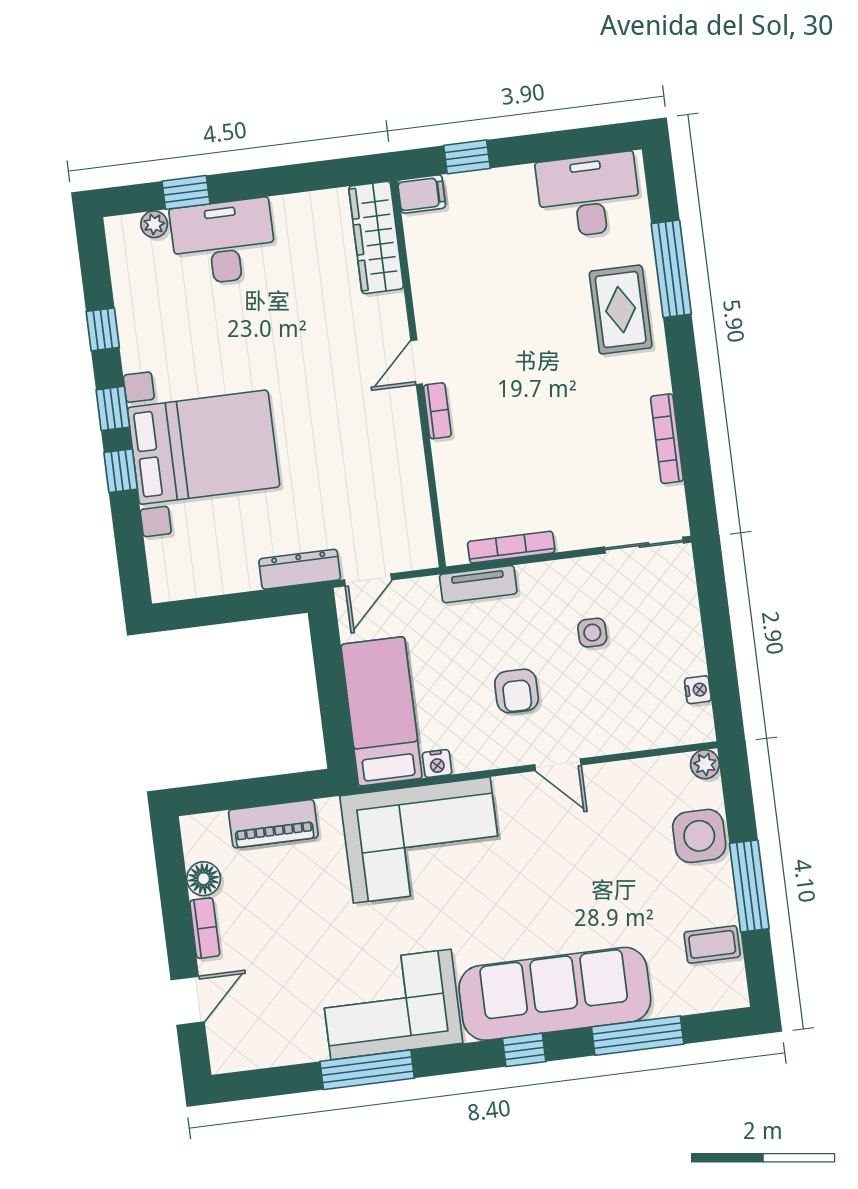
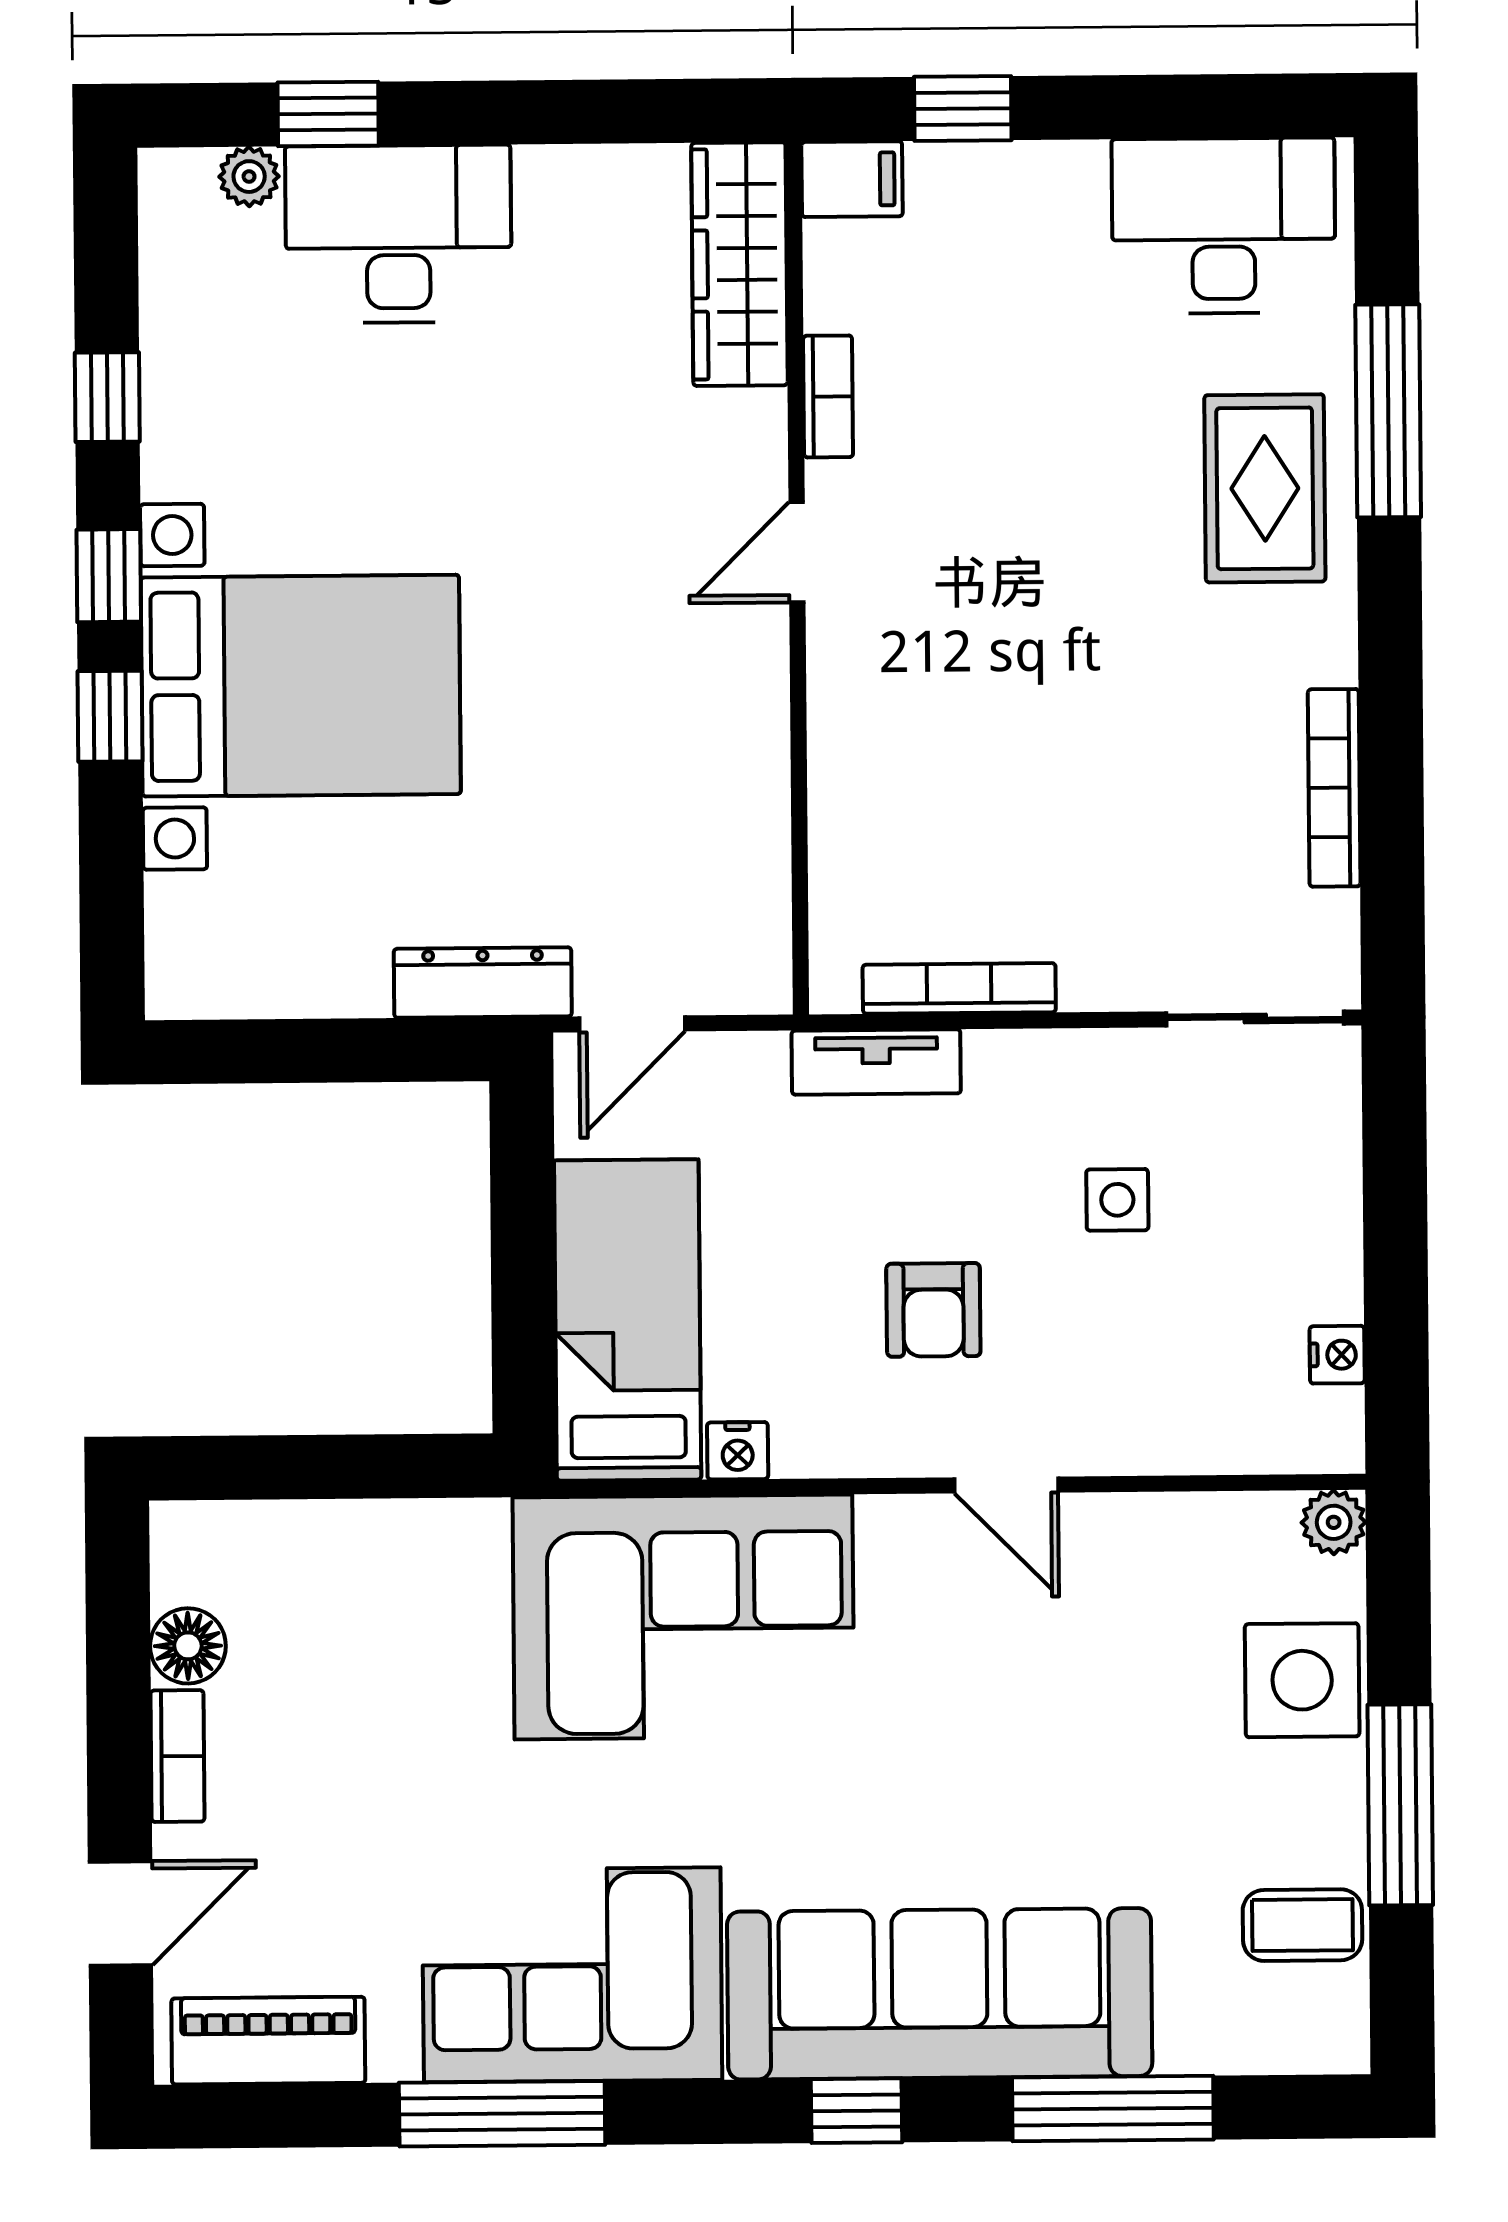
bookcase: (437, 411) -> (828, 396), moved
piano: (273, 824) -> (268, 2041), moved, turned 180

